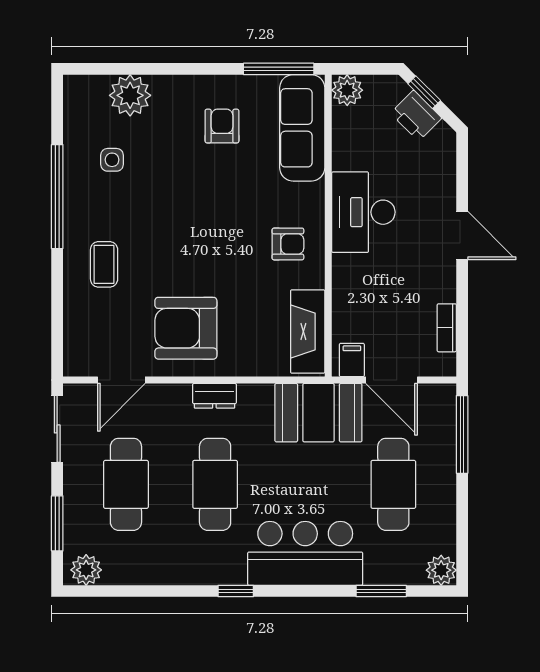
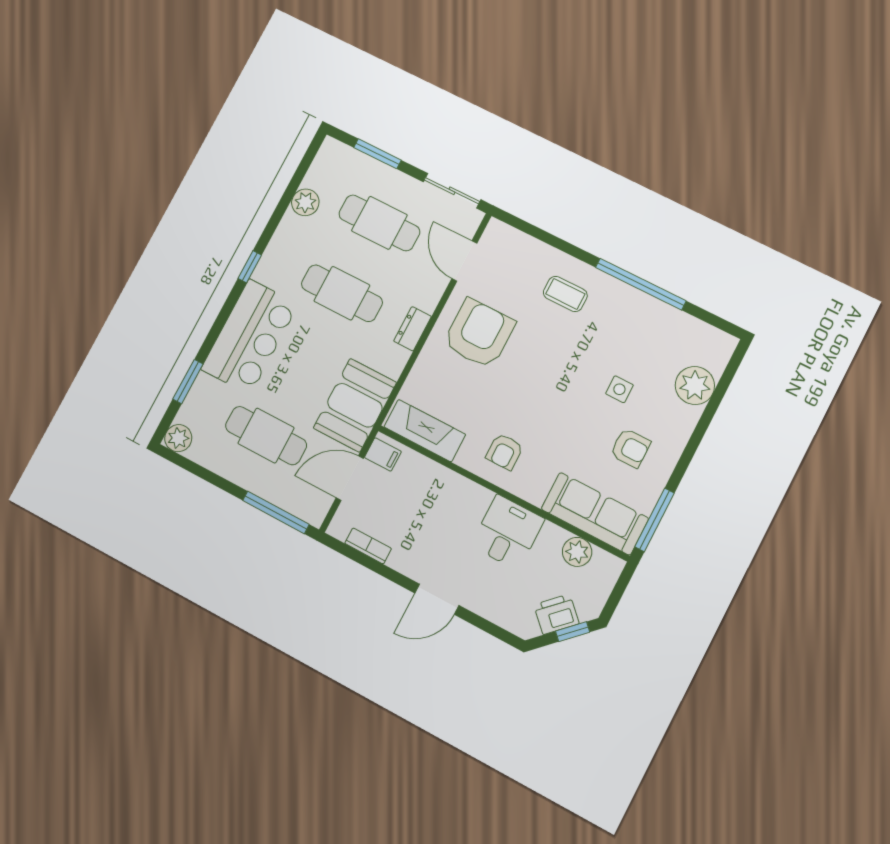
plant: (347, 90) -> (577, 552), moved
side table: (112, 160) -> (619, 389), moved
desk: (363, 212) -> (508, 532), width x0.73
plant: (86, 570) -> (305, 202), moved

